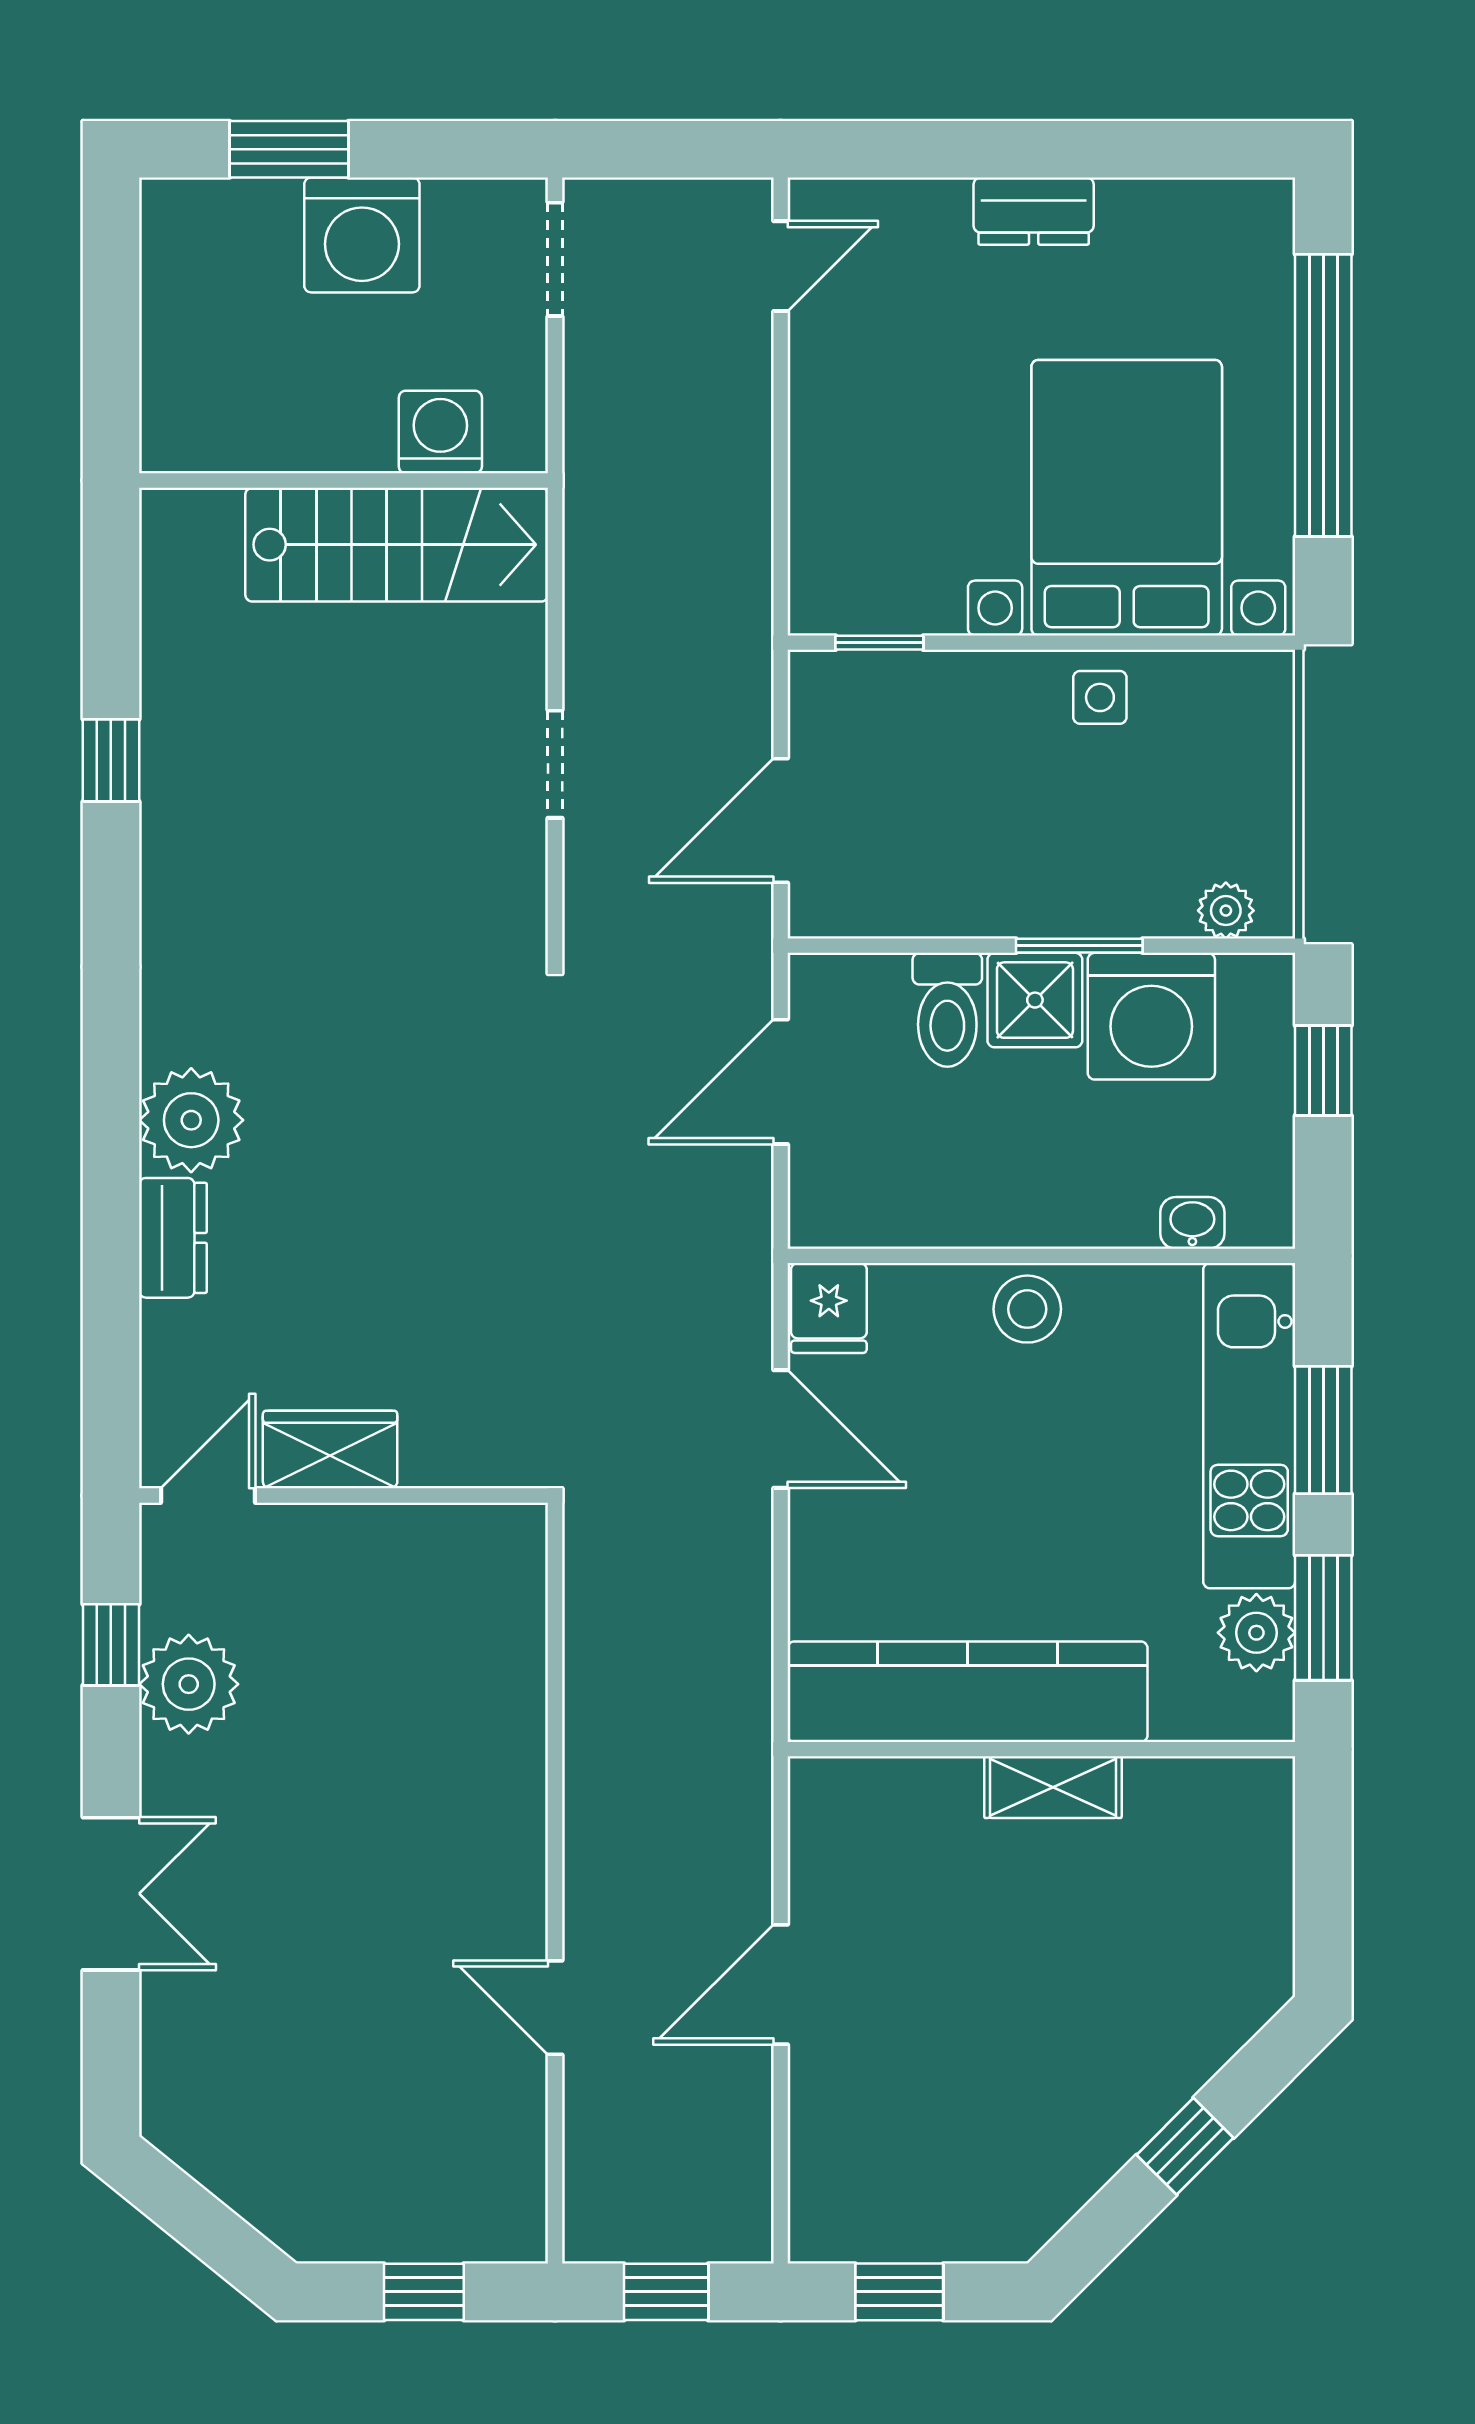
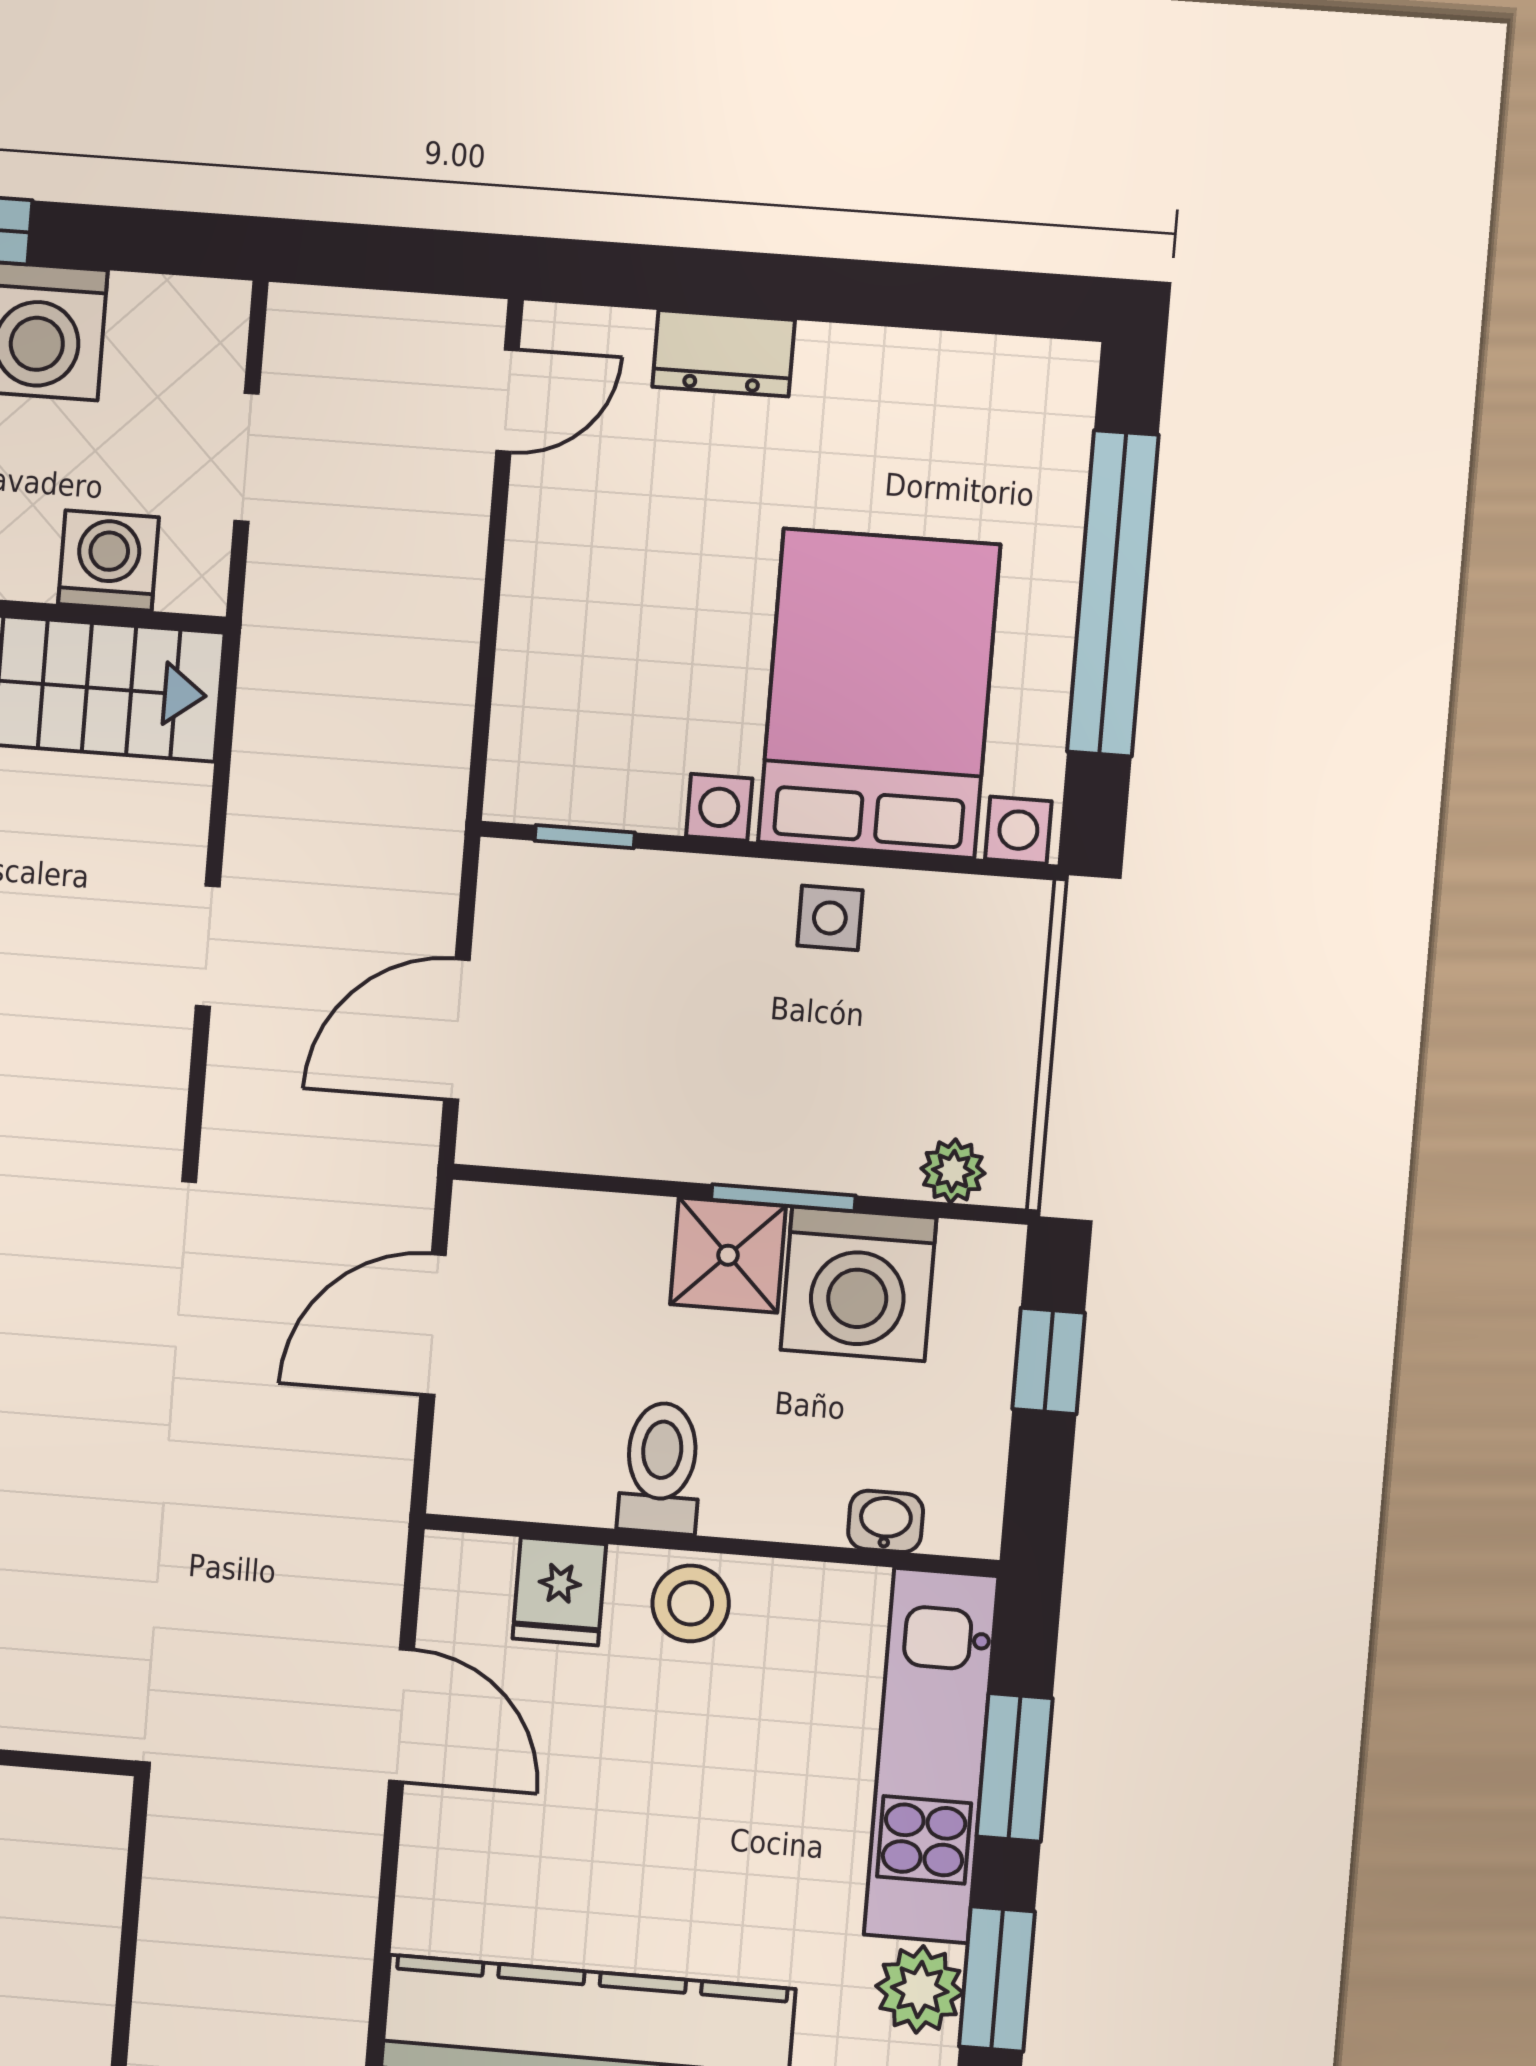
dresser: (1034, 211) -> (724, 353), moved
doorway: (555, 259) -> (247, 457), moved
toilet: (947, 1010) -> (661, 1468), moved, turned 180
fridge: (829, 1308) -> (559, 1591), moved

